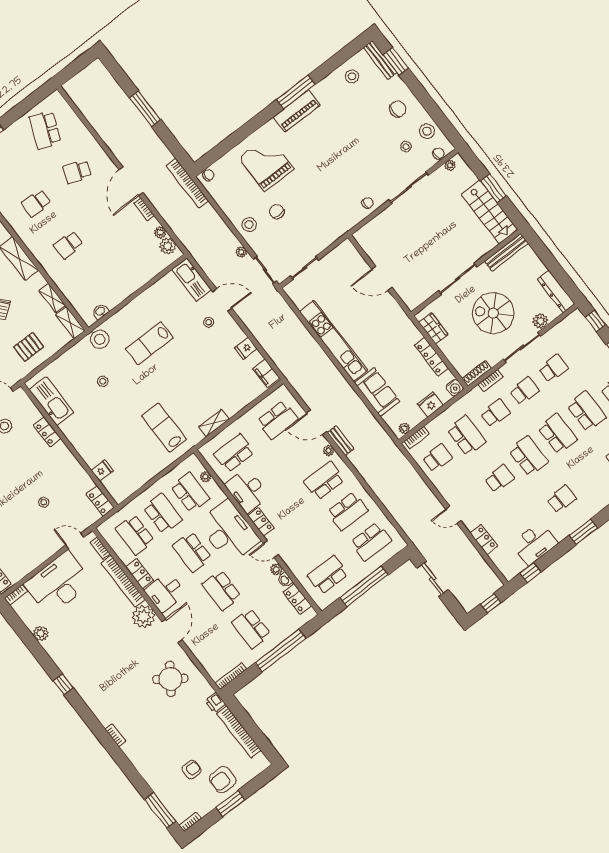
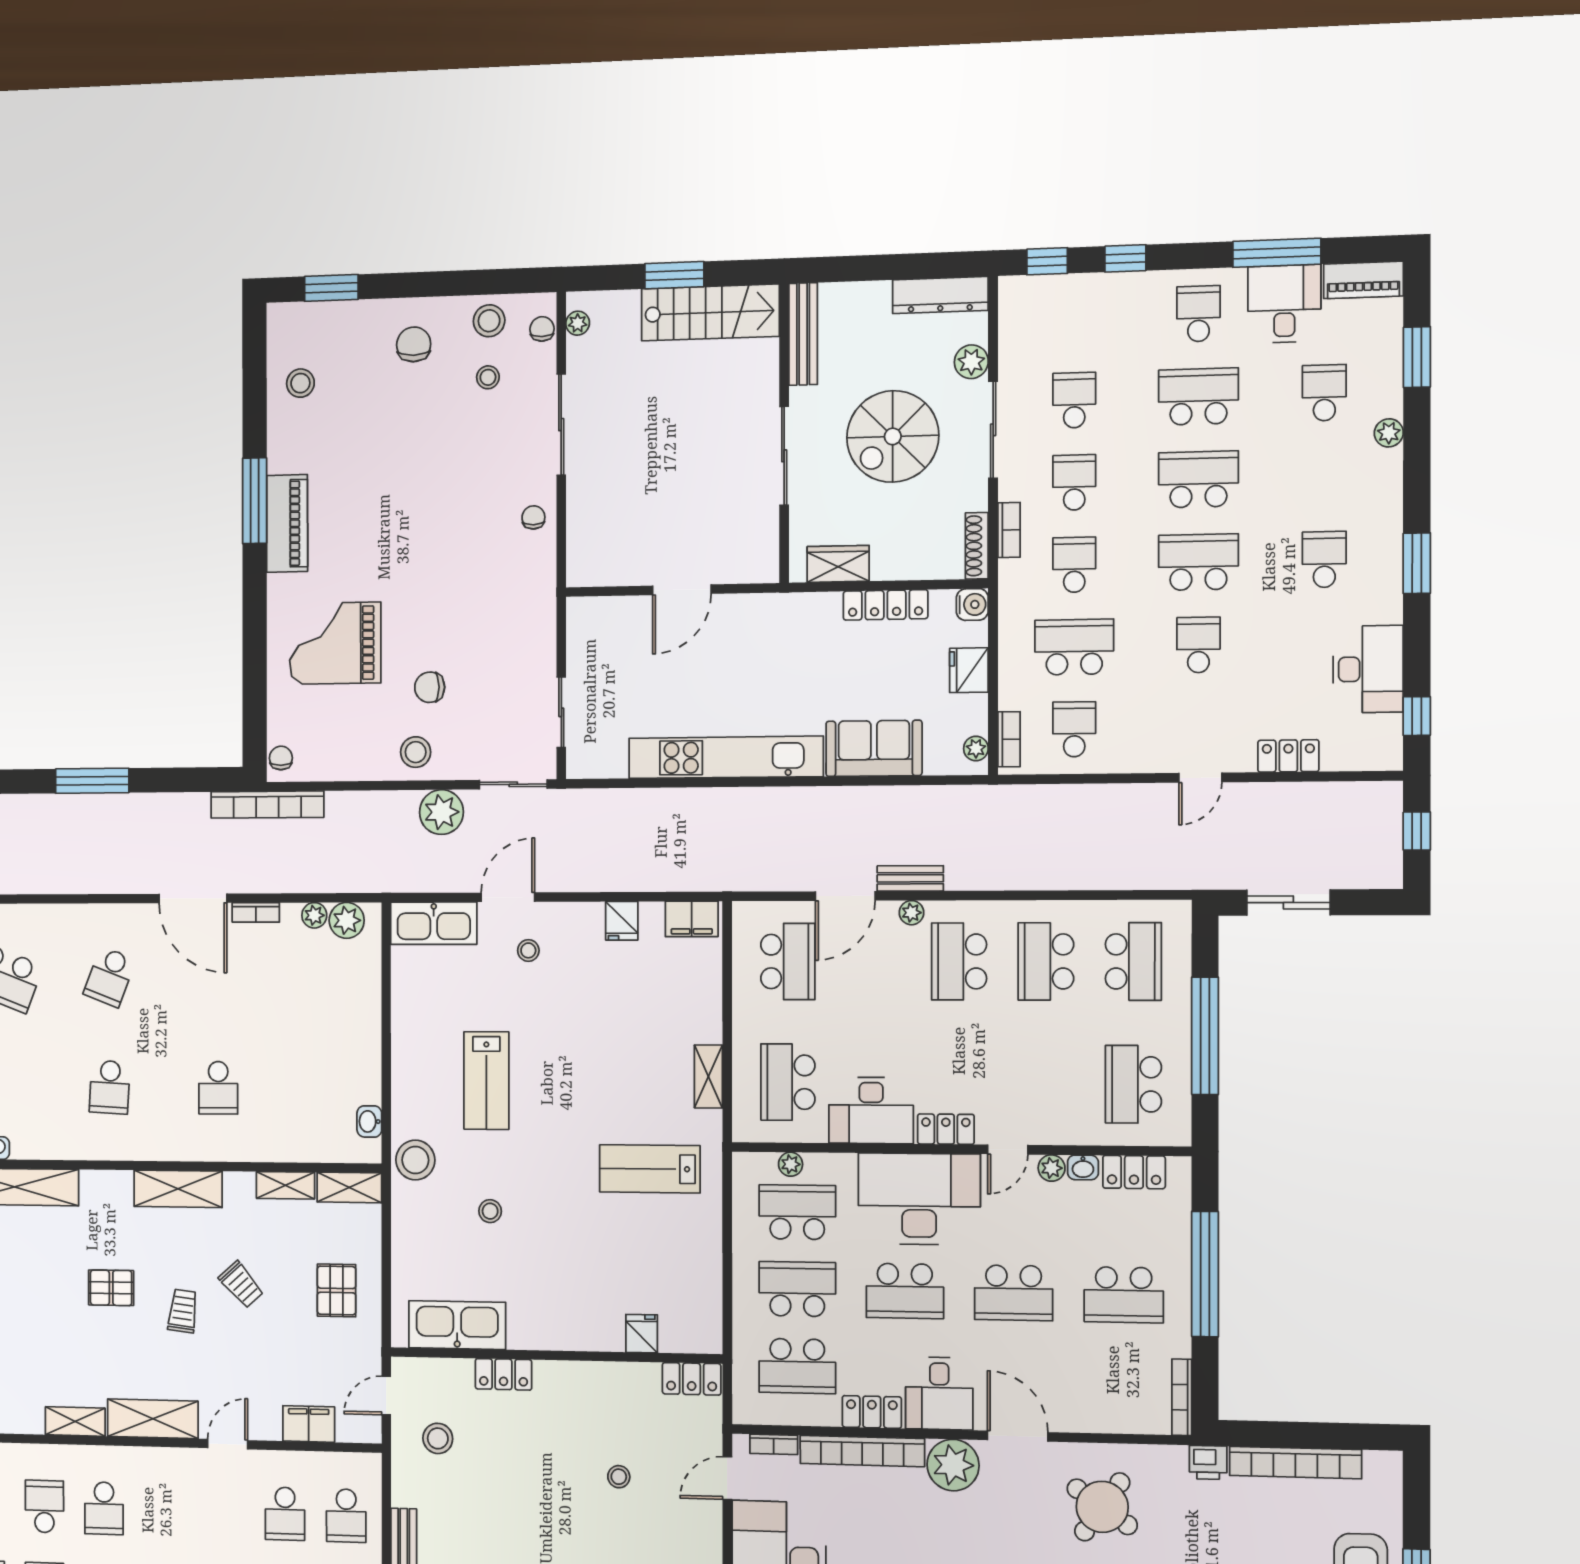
bench: (380, 60) -> (309, 313), removed
plant: (241, 252) -> (441, 812), width x1.88, depth x1.88
school desk: (348, 511) -> (1046, 961), turned 180

